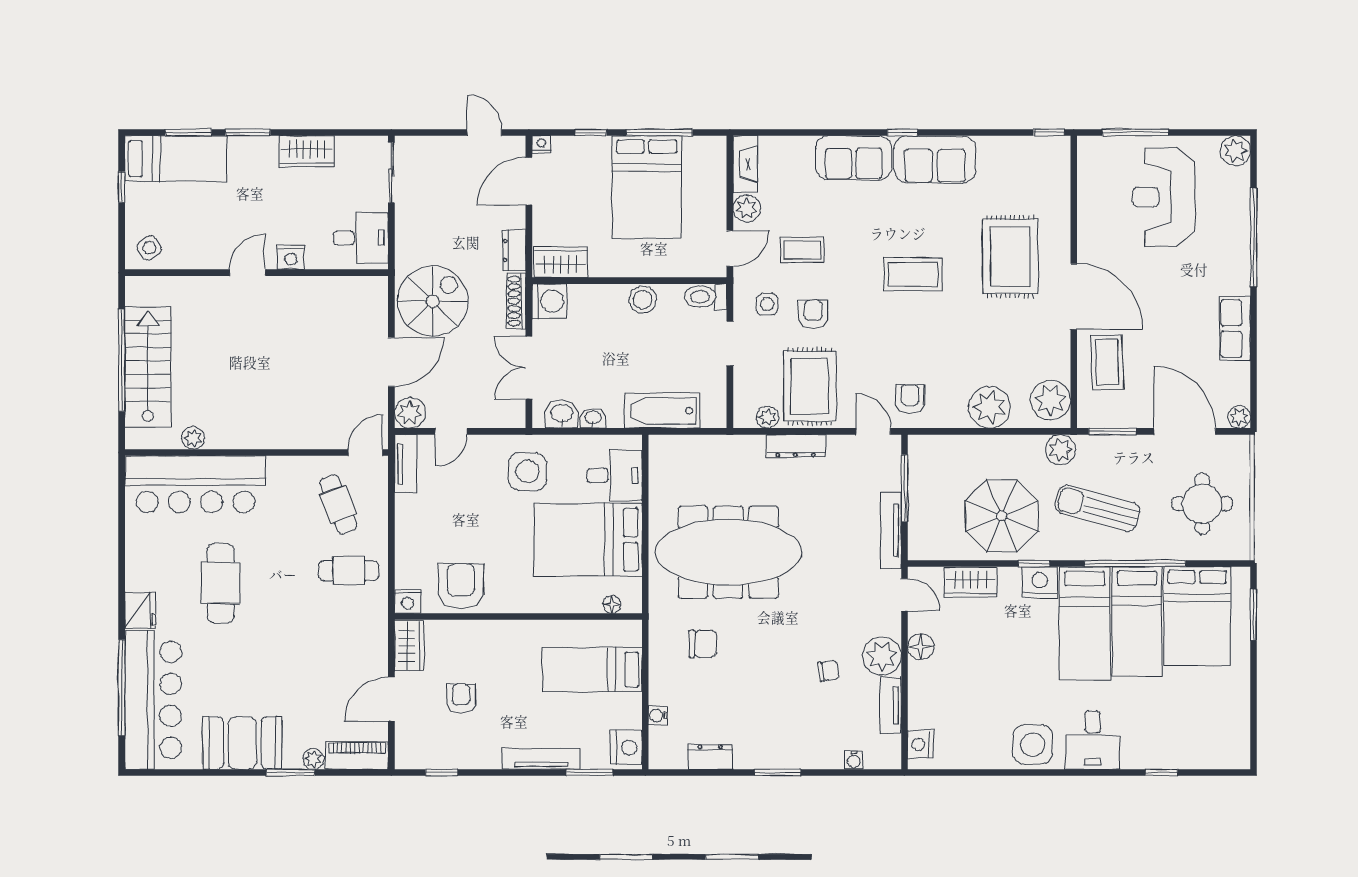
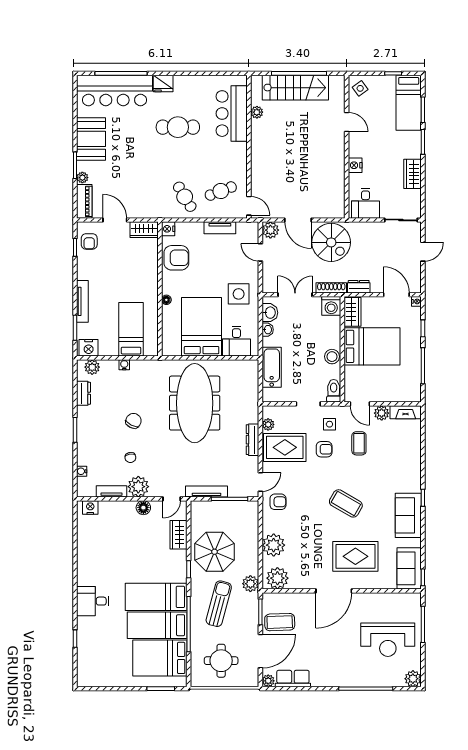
door: (484, 133) -> (423, 252), moved
sofa: (854, 158) -> (409, 568), moved
bed: (647, 187) -> (372, 346), moved, turned 180
reception desk: (1164, 197) -> (388, 640), turned 180
door: (247, 273) -> (347, 122), moved
coffee table: (913, 274) -> (346, 503), turned -60
row of seats: (1235, 329) -> (293, 679), moved
coffee table: (1107, 362) -> (280, 622), moved
tv unit: (406, 464) -> (220, 228), moved
bar counter: (196, 484) -> (232, 114), width x0.73
cafe table: (349, 571) -> (185, 197), turned -31
nightstand: (1040, 583) -> (178, 572), removed
floor lamp: (612, 604) -> (166, 300), moved
chair: (703, 644) -> (133, 421), moved, turned -153
armchair: (461, 699) -> (89, 241), moved, turned 90
water cooler: (658, 716) -> (124, 365), moved
plant: (662, 741) -> (92, 367), added
side table: (1033, 744) -> (90, 569), removed

